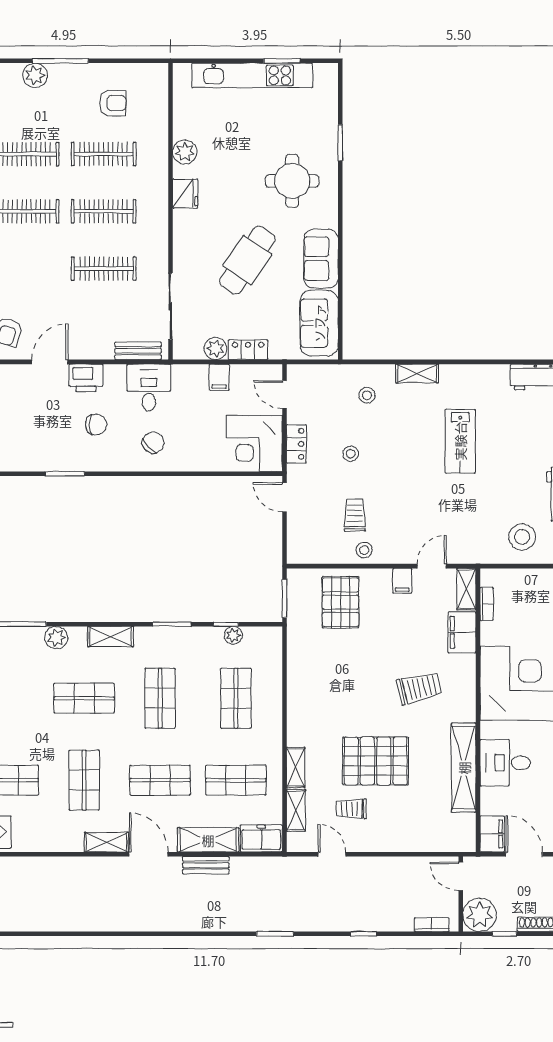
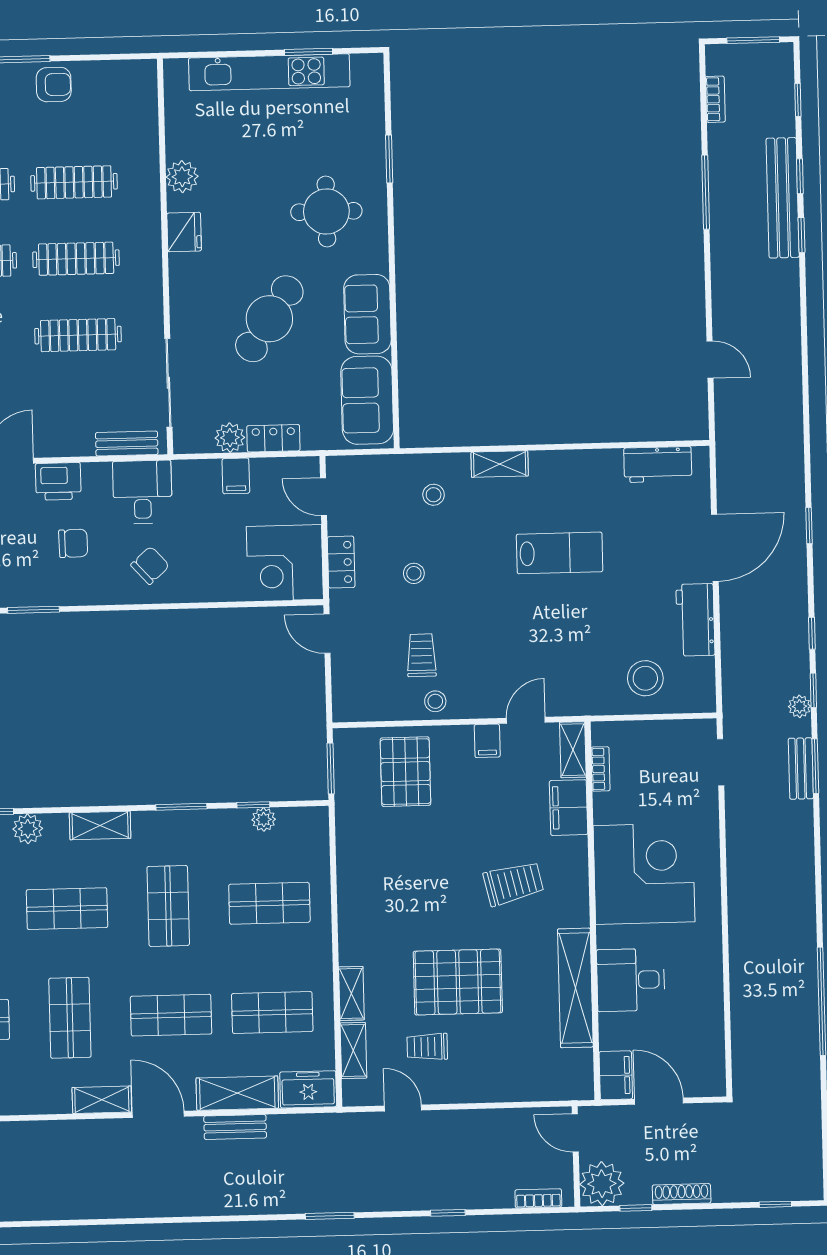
armchair: (113, 103) -> (54, 85), moved
lab bench: (460, 441) -> (560, 553), turned -90
shop shelf: (236, 698) -> (269, 903), turned 90

